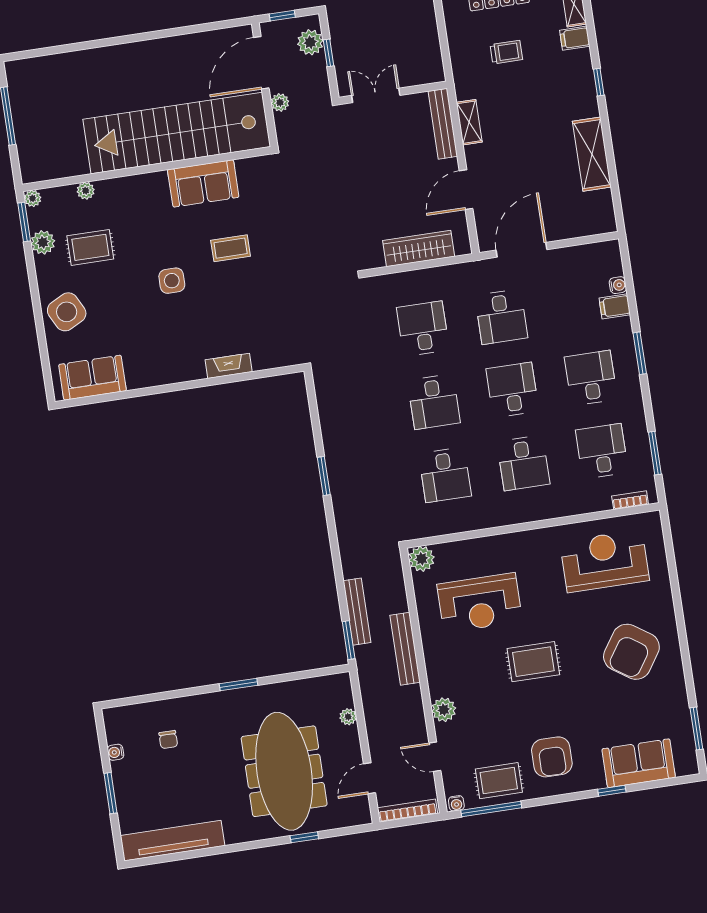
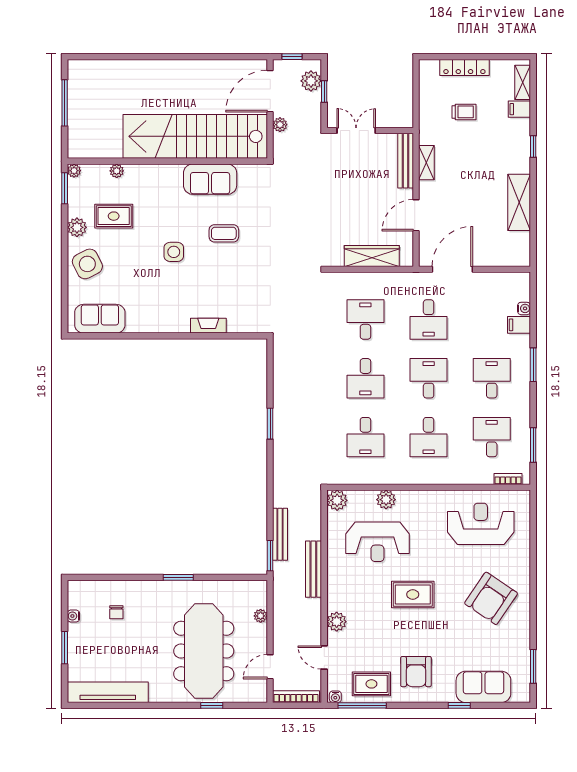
plant: (43, 242) -> (77, 227), moved
plant: (482, 549) -> (386, 500), added

